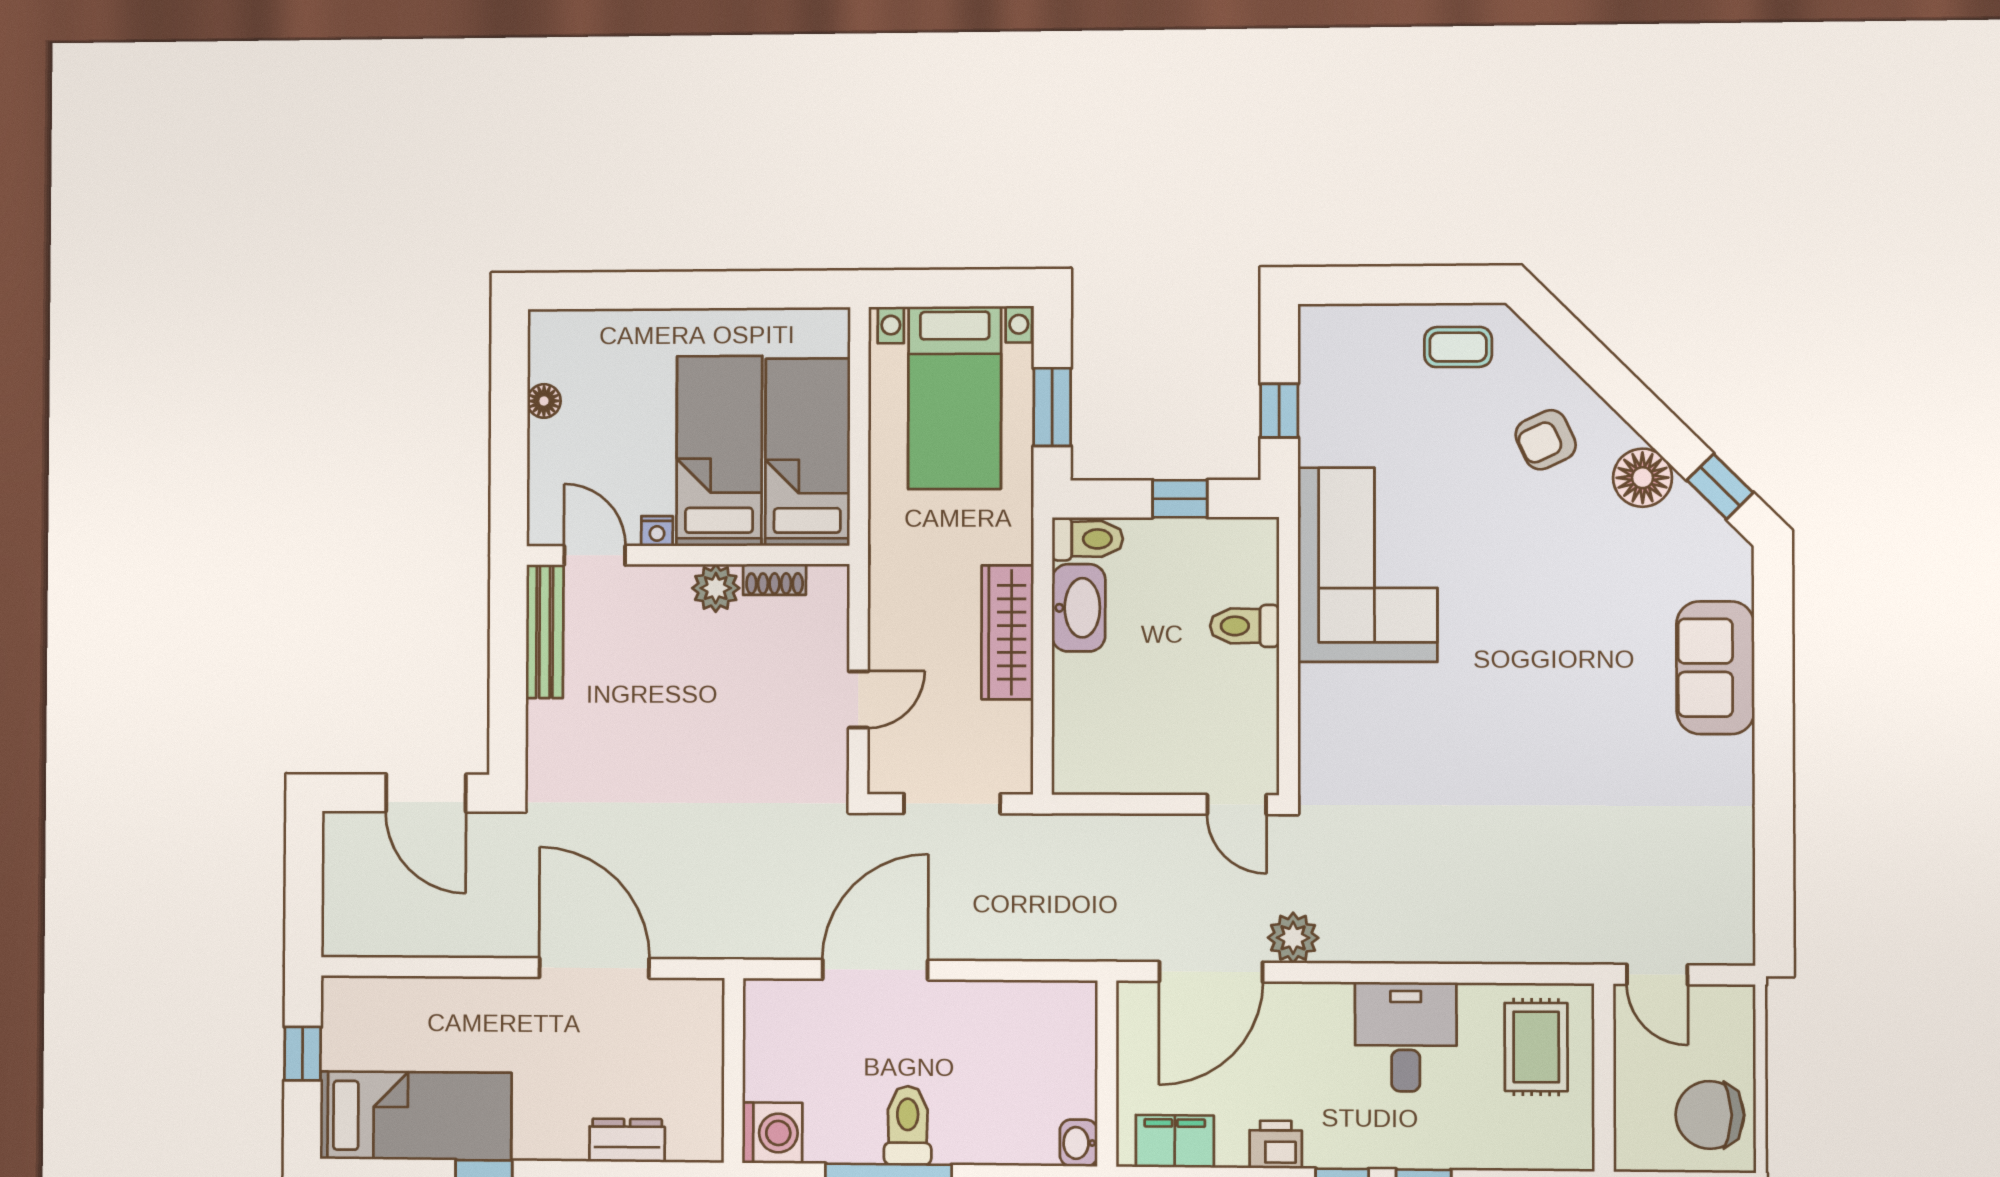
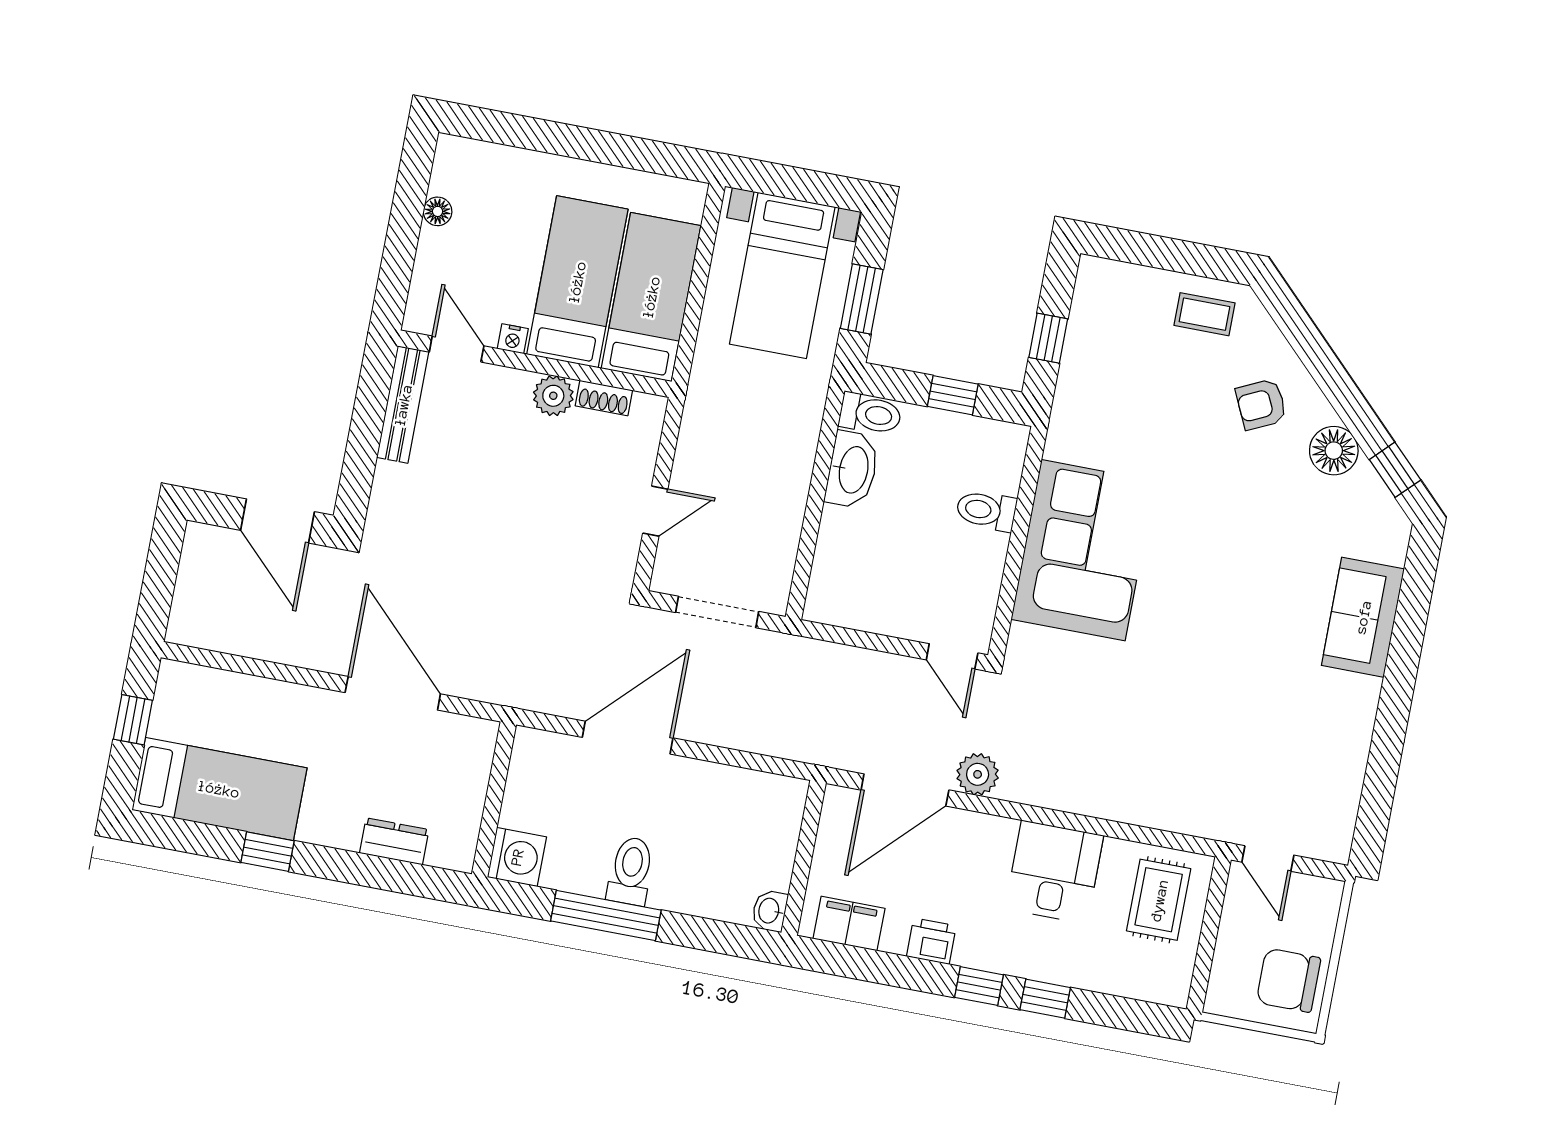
corner sofa: (1367, 565) -> (1083, 550), moved
wardrobe: (1007, 632) -> (790, 479), removed

